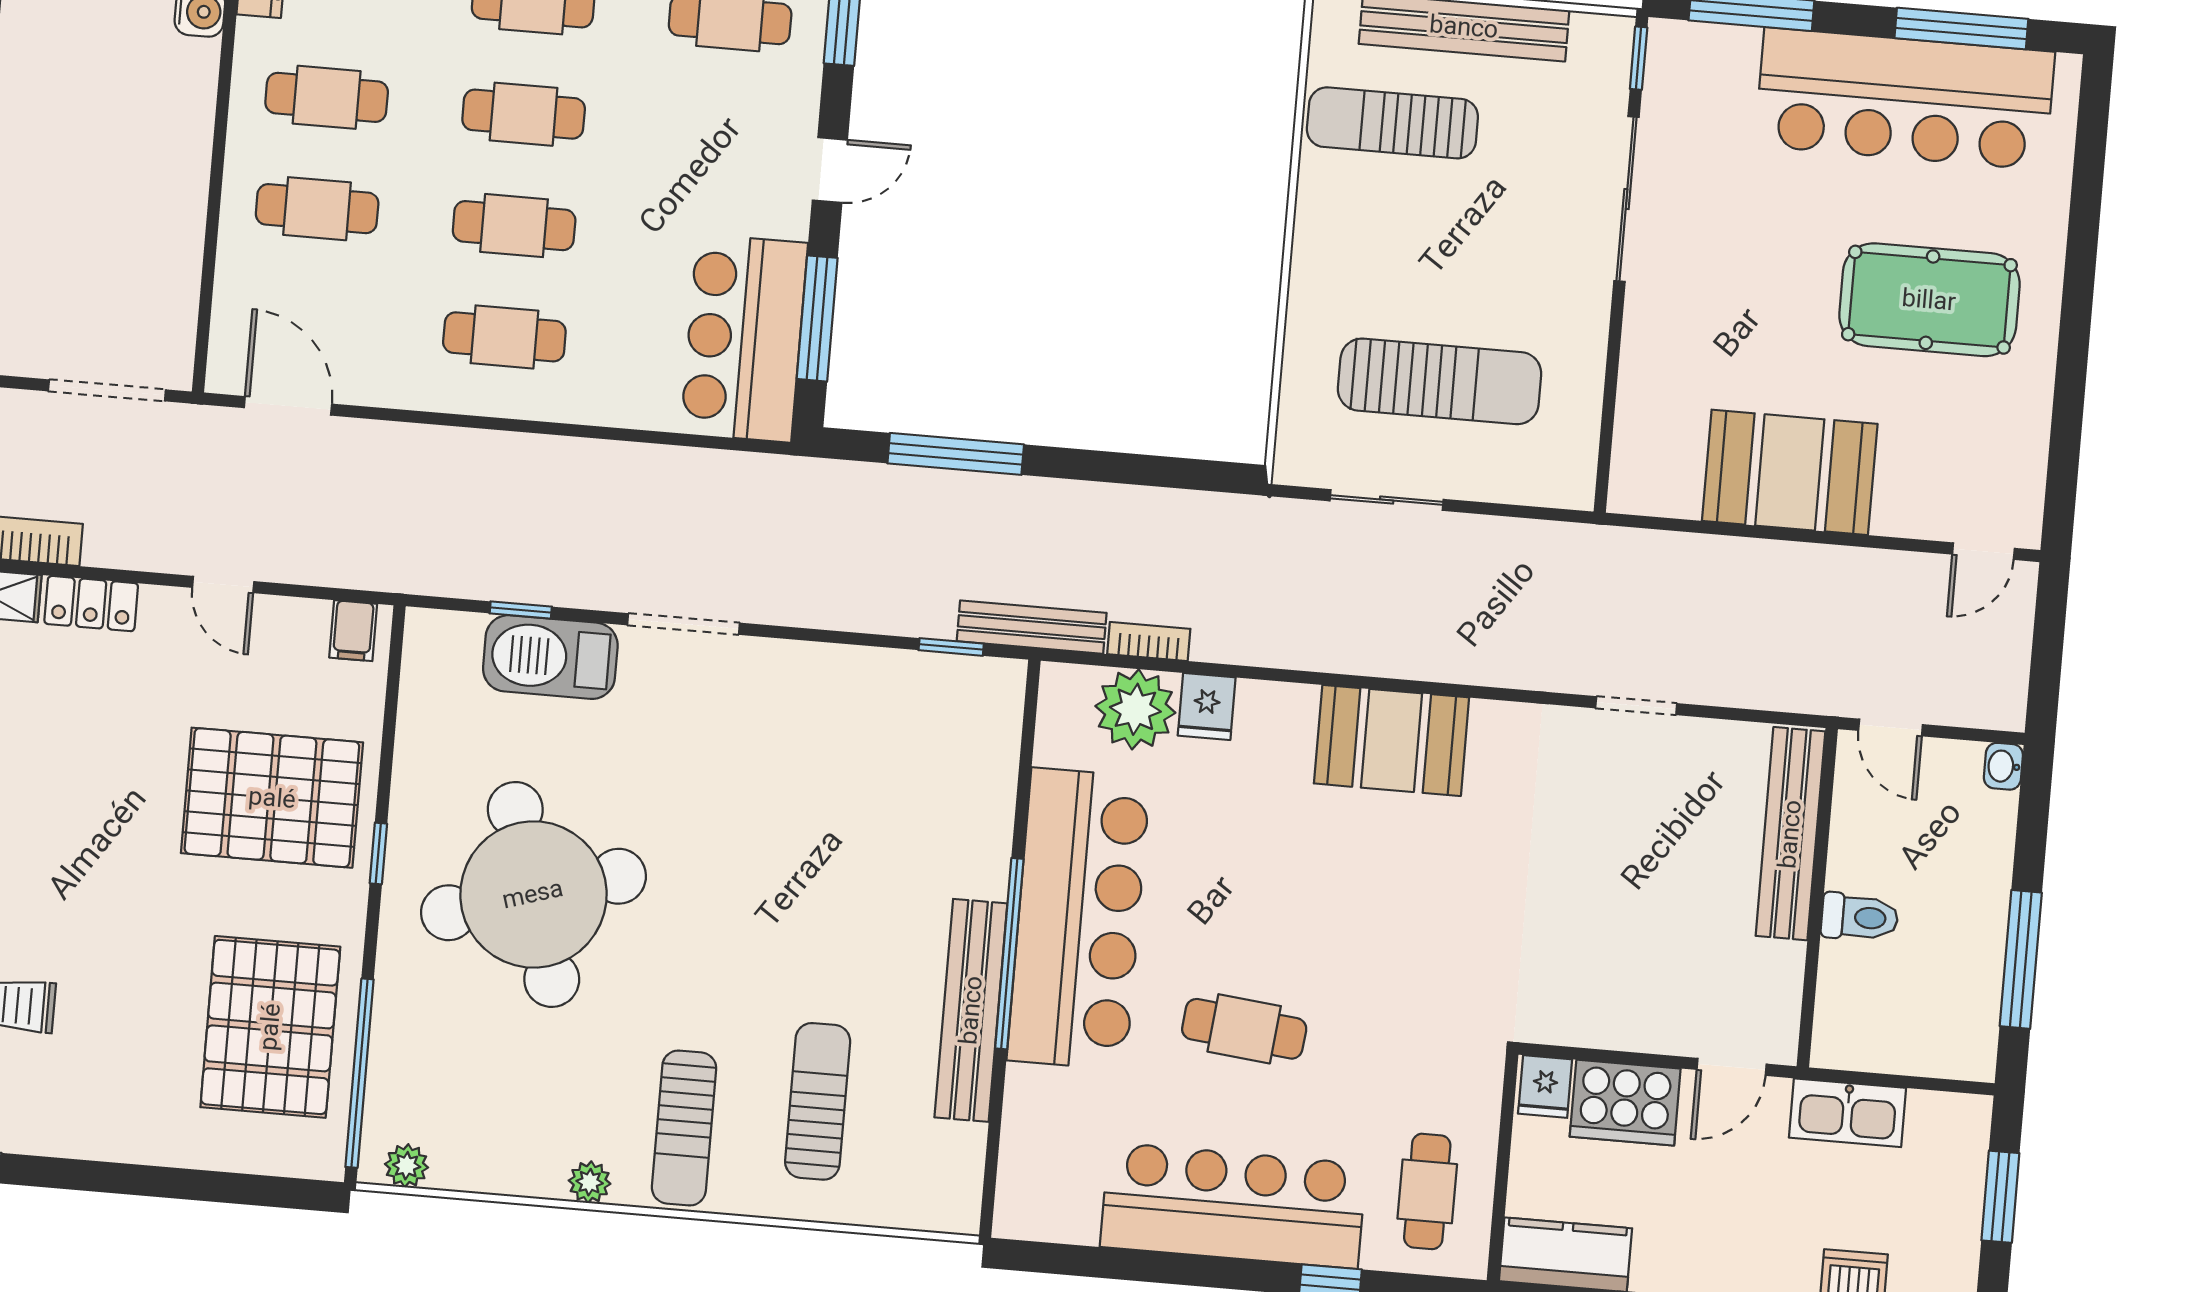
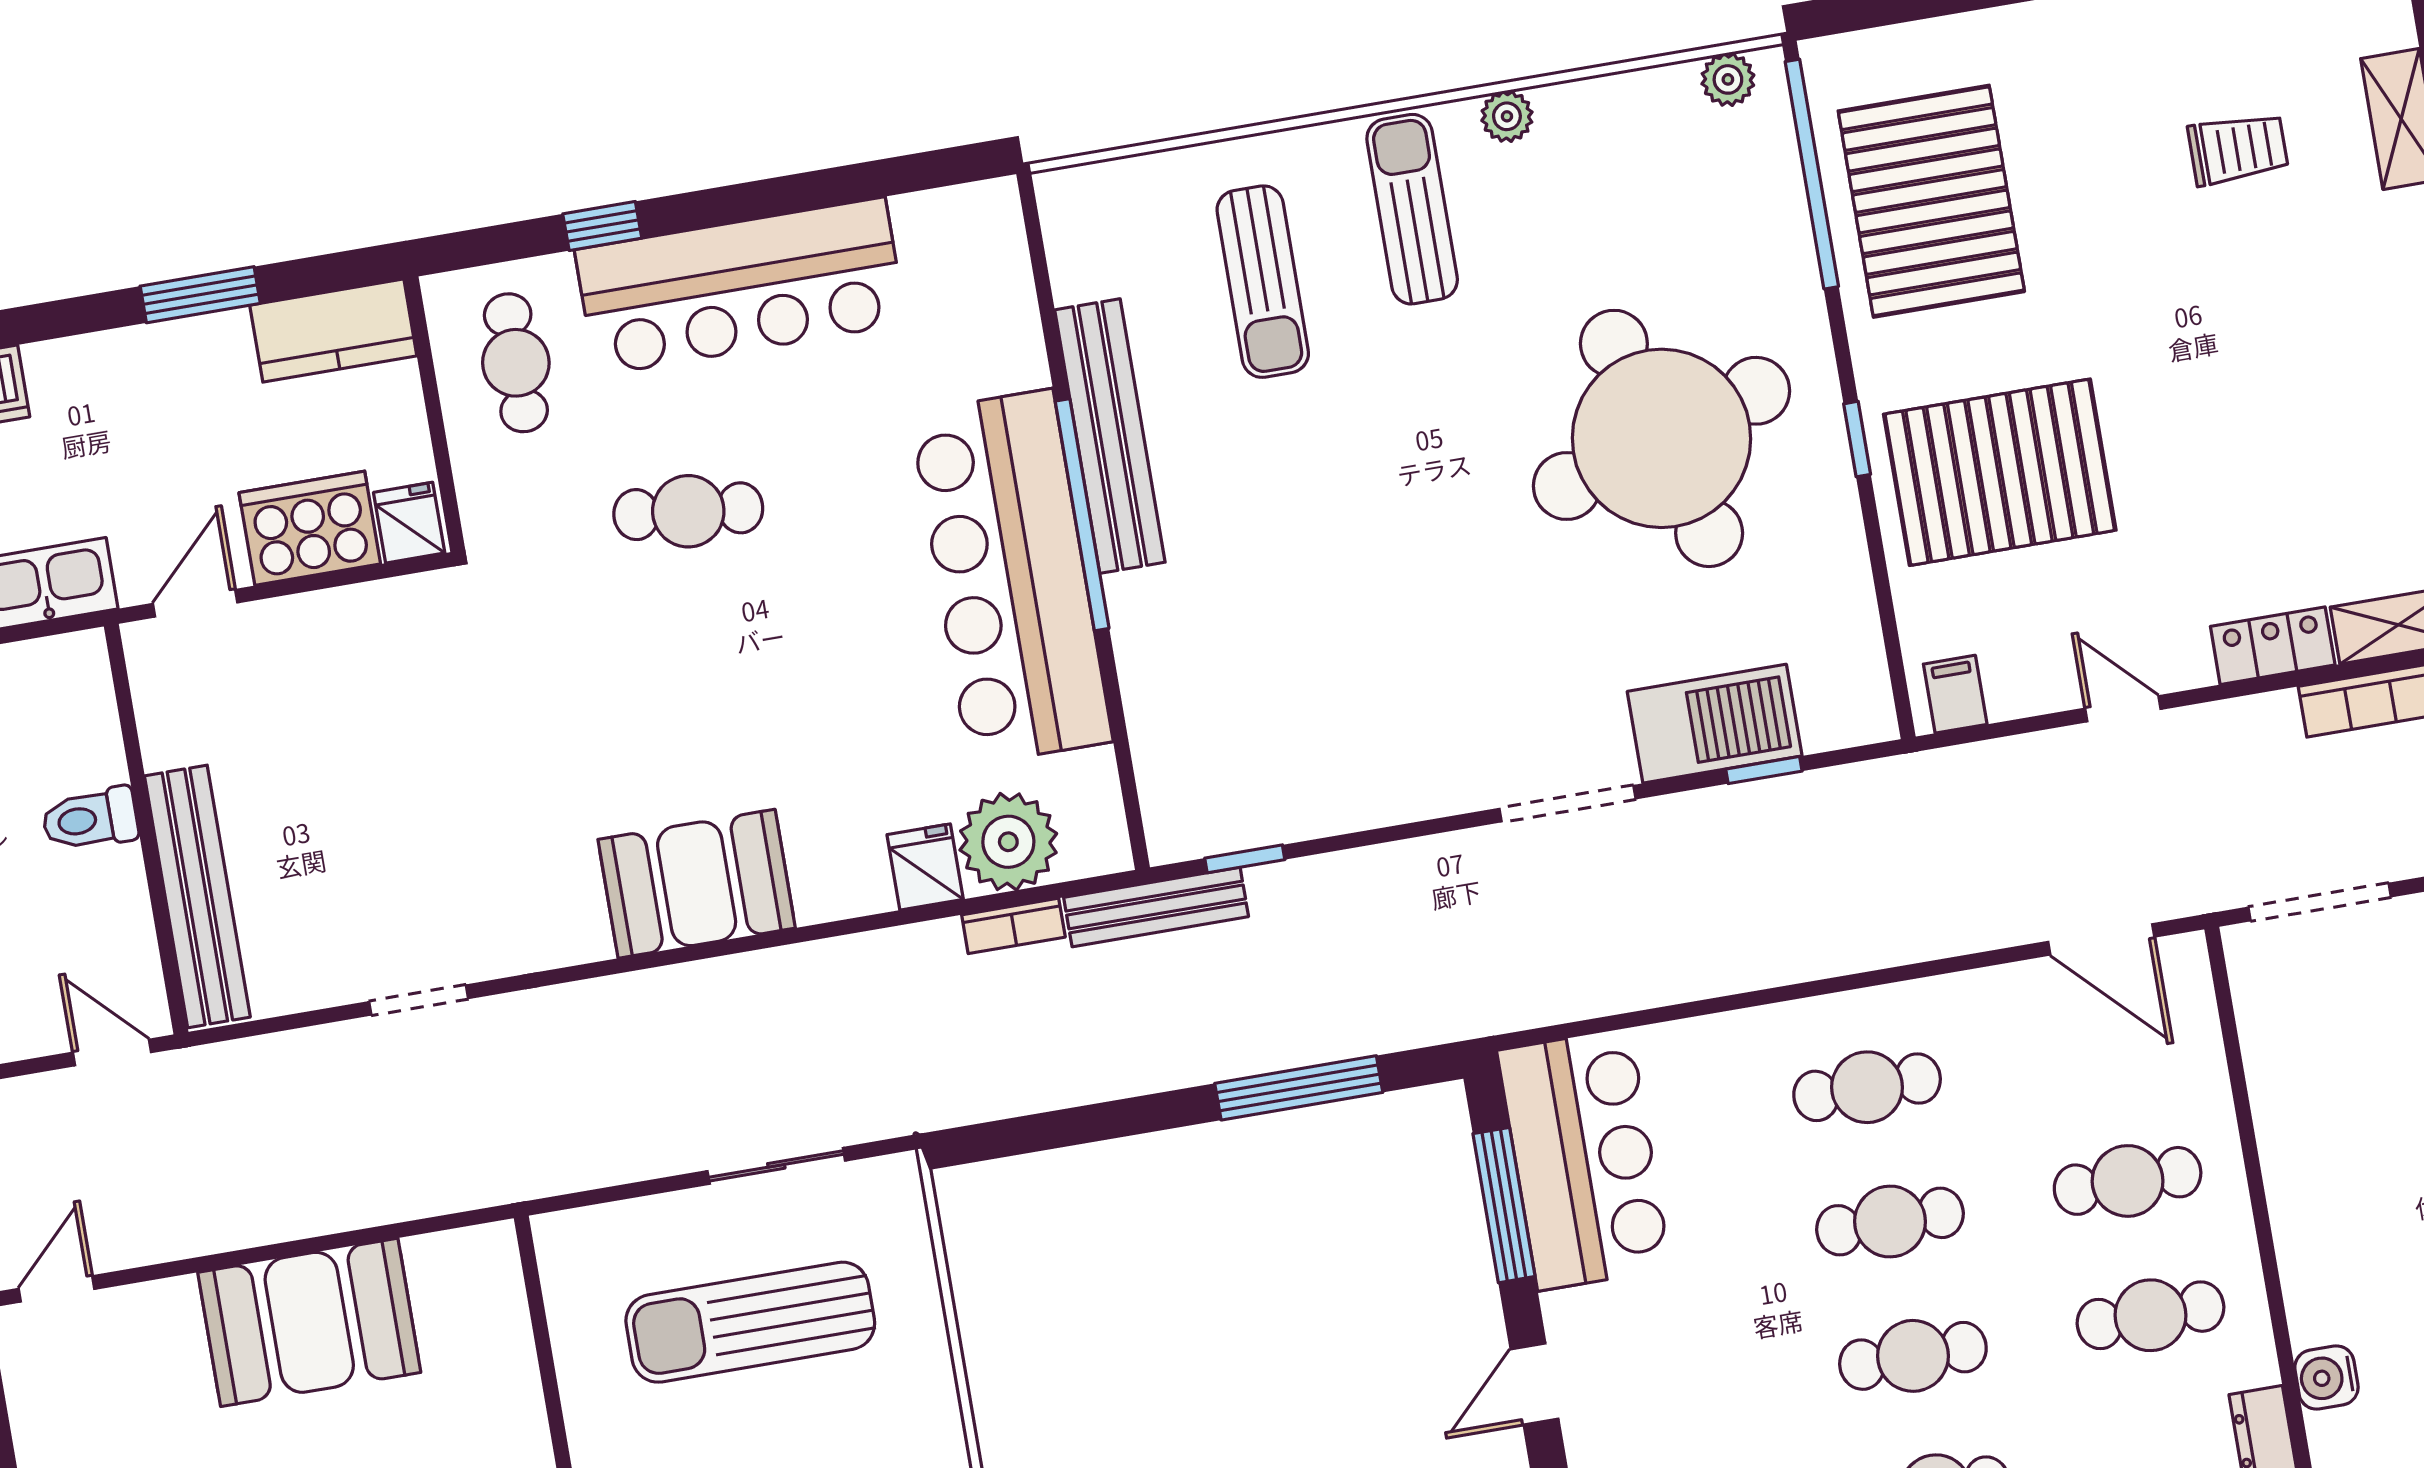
cafe table: (1244, 1029) -> (688, 511), moved

